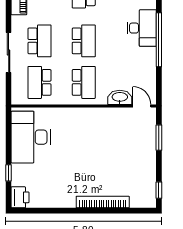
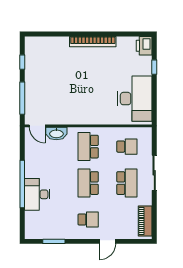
school desk: (40, 41) -> (127, 183), turned 180
school desk: (40, 82) -> (127, 147), width x0.54
window: (159, 138) -> (22, 98), width x1.44
window: (159, 190) -> (22, 62), moved
bookcase: (103, 202) -> (93, 42), moved

